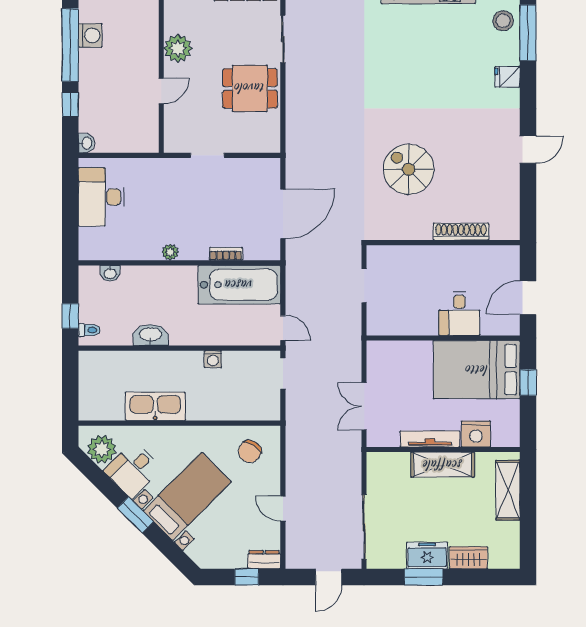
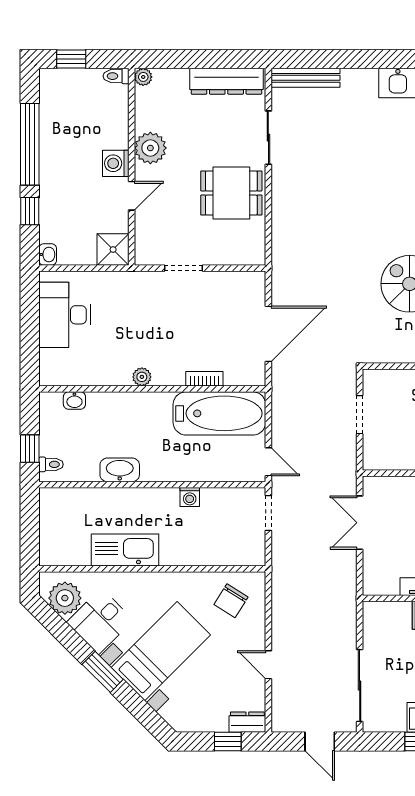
washing machine: (90, 35) -> (116, 163), moved, turned 180
shower: (145, 139) -> (113, 250), added
double door: (364, 406) -> (360, 523), moved
door: (329, 577) -> (320, 742), hinge flipped

